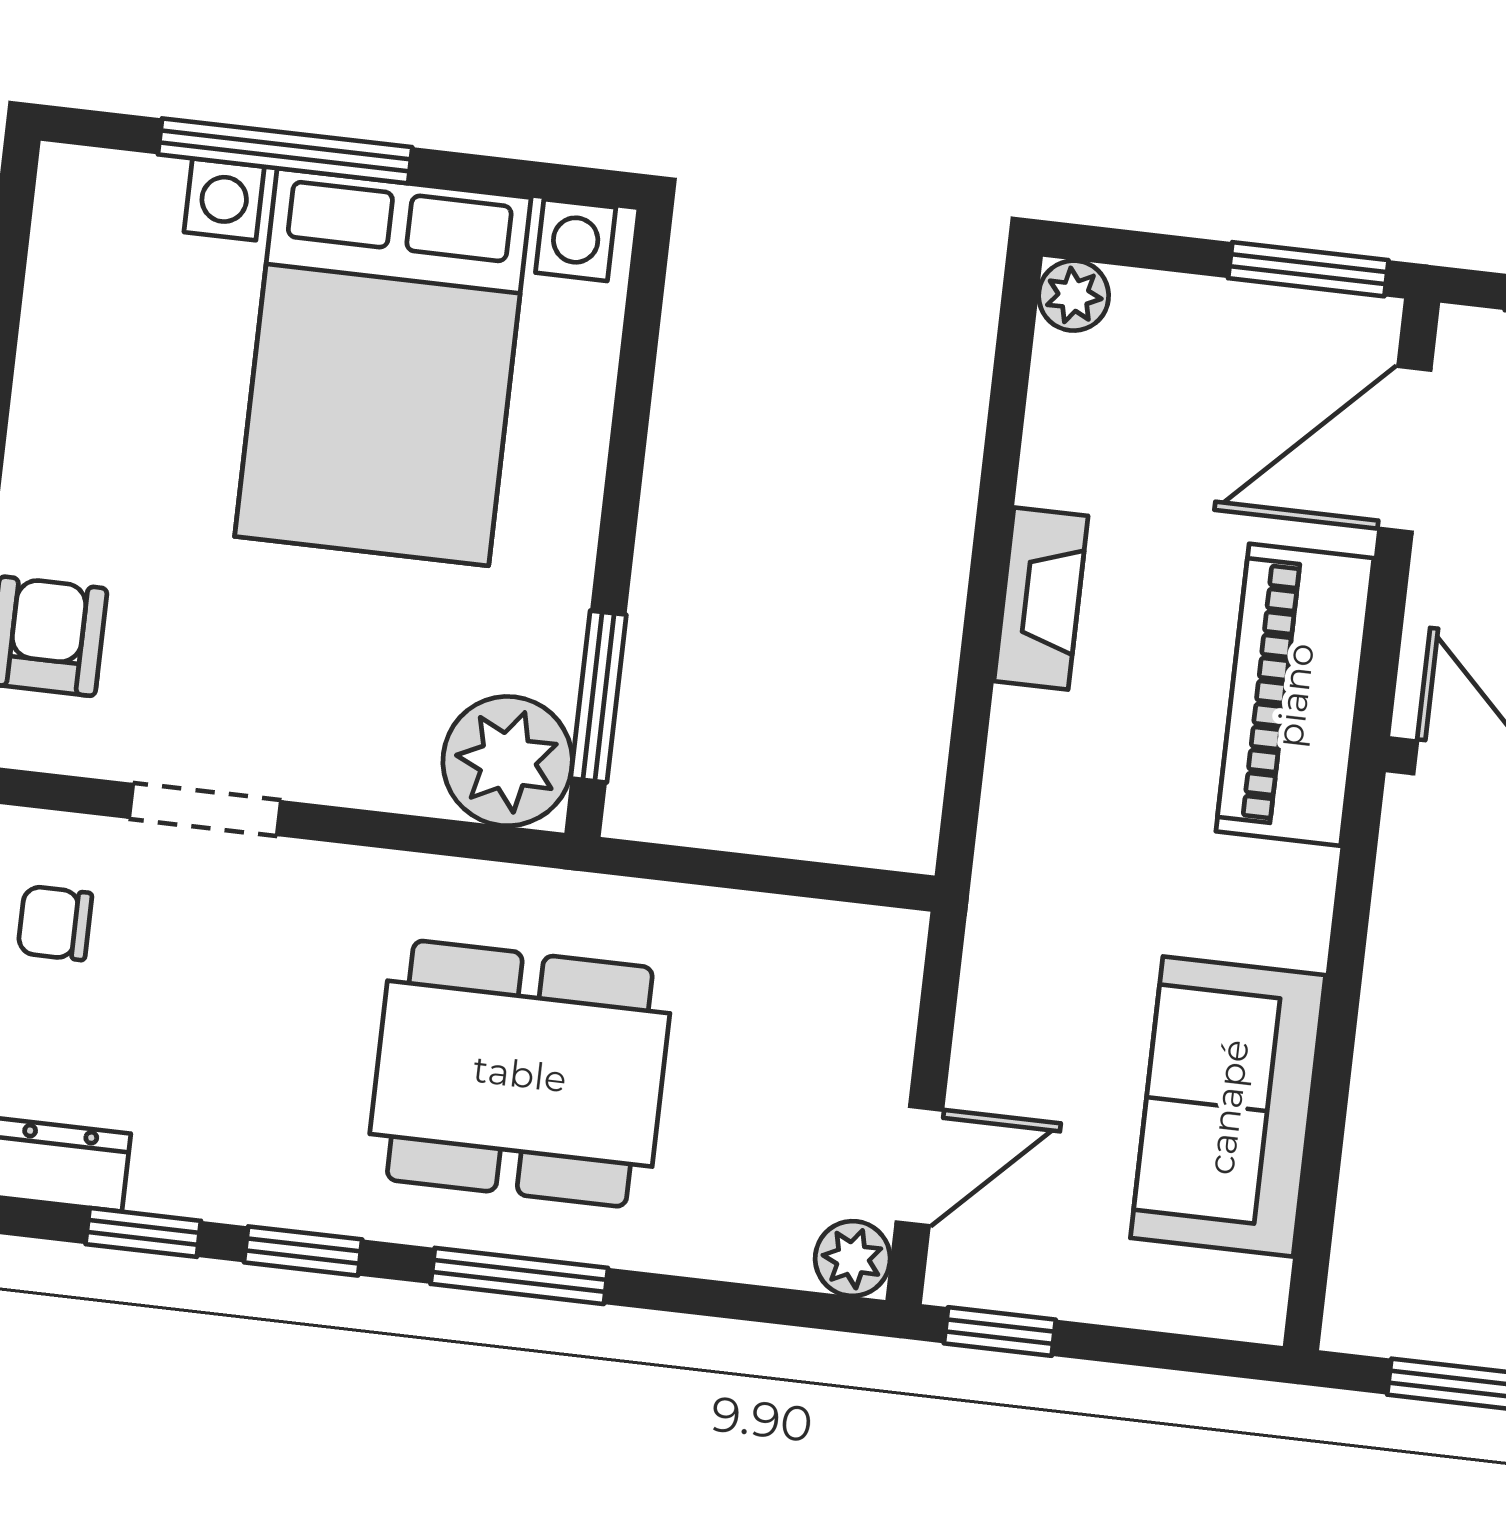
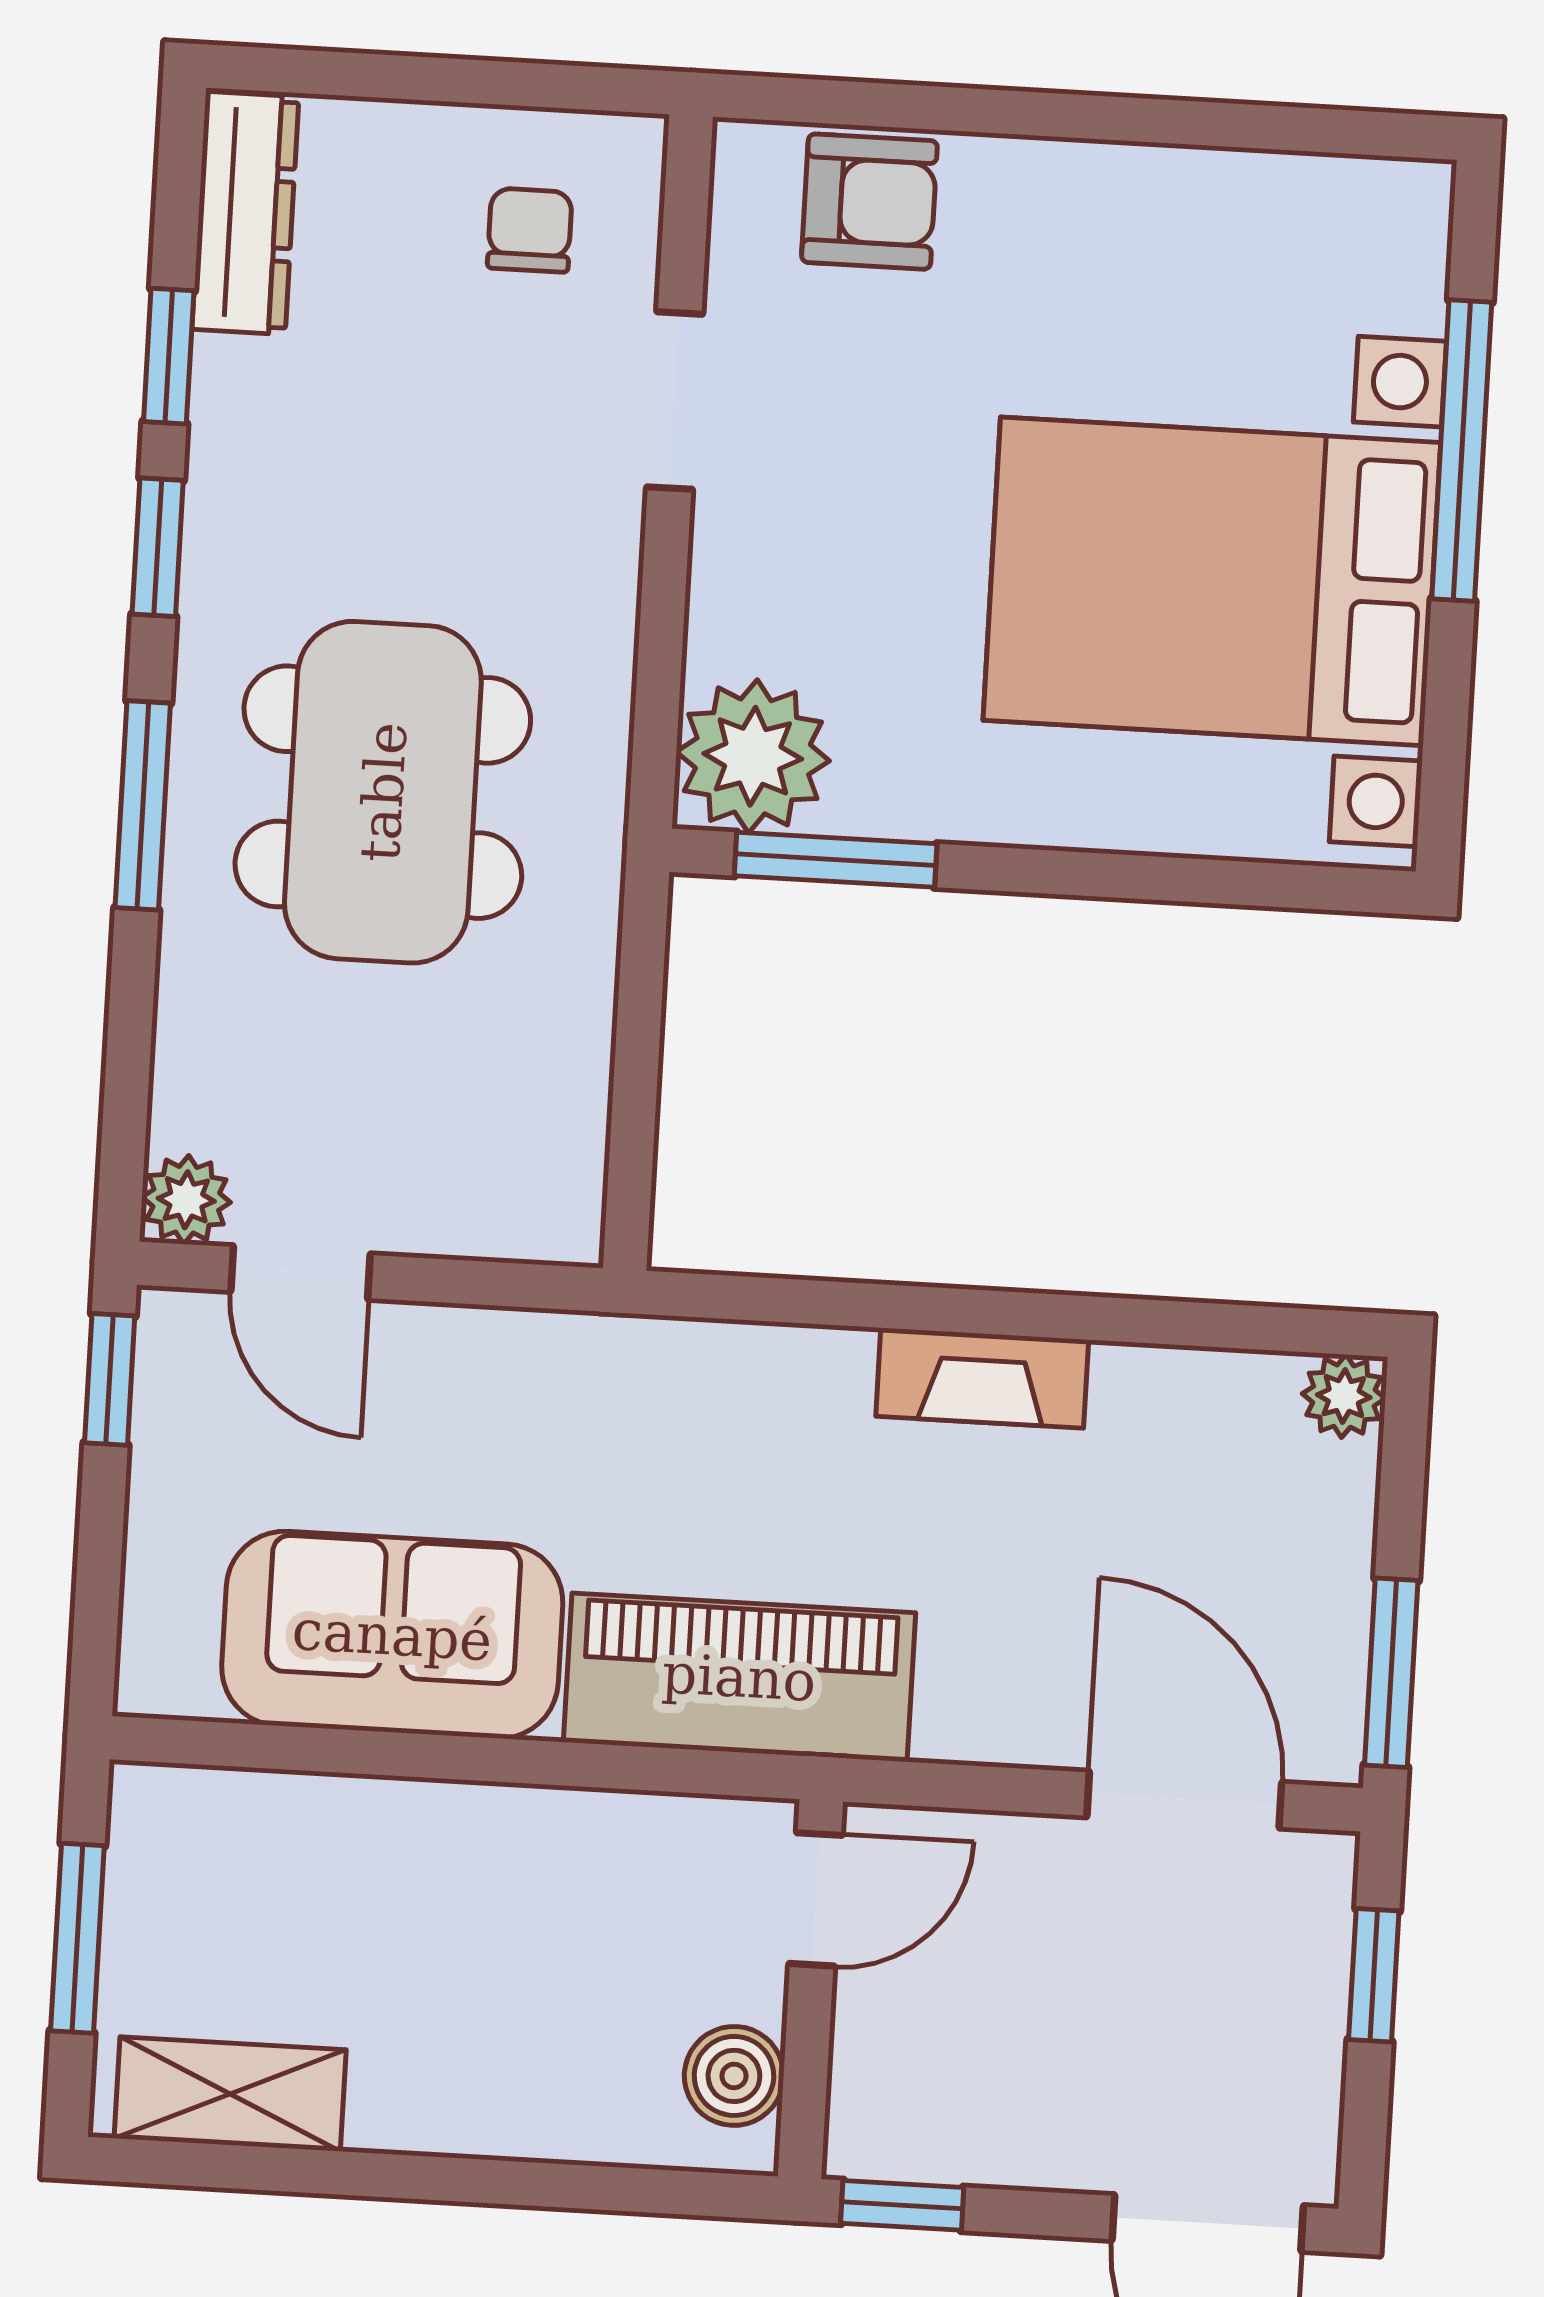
piano: (1295, 695) -> (739, 1677), moved

